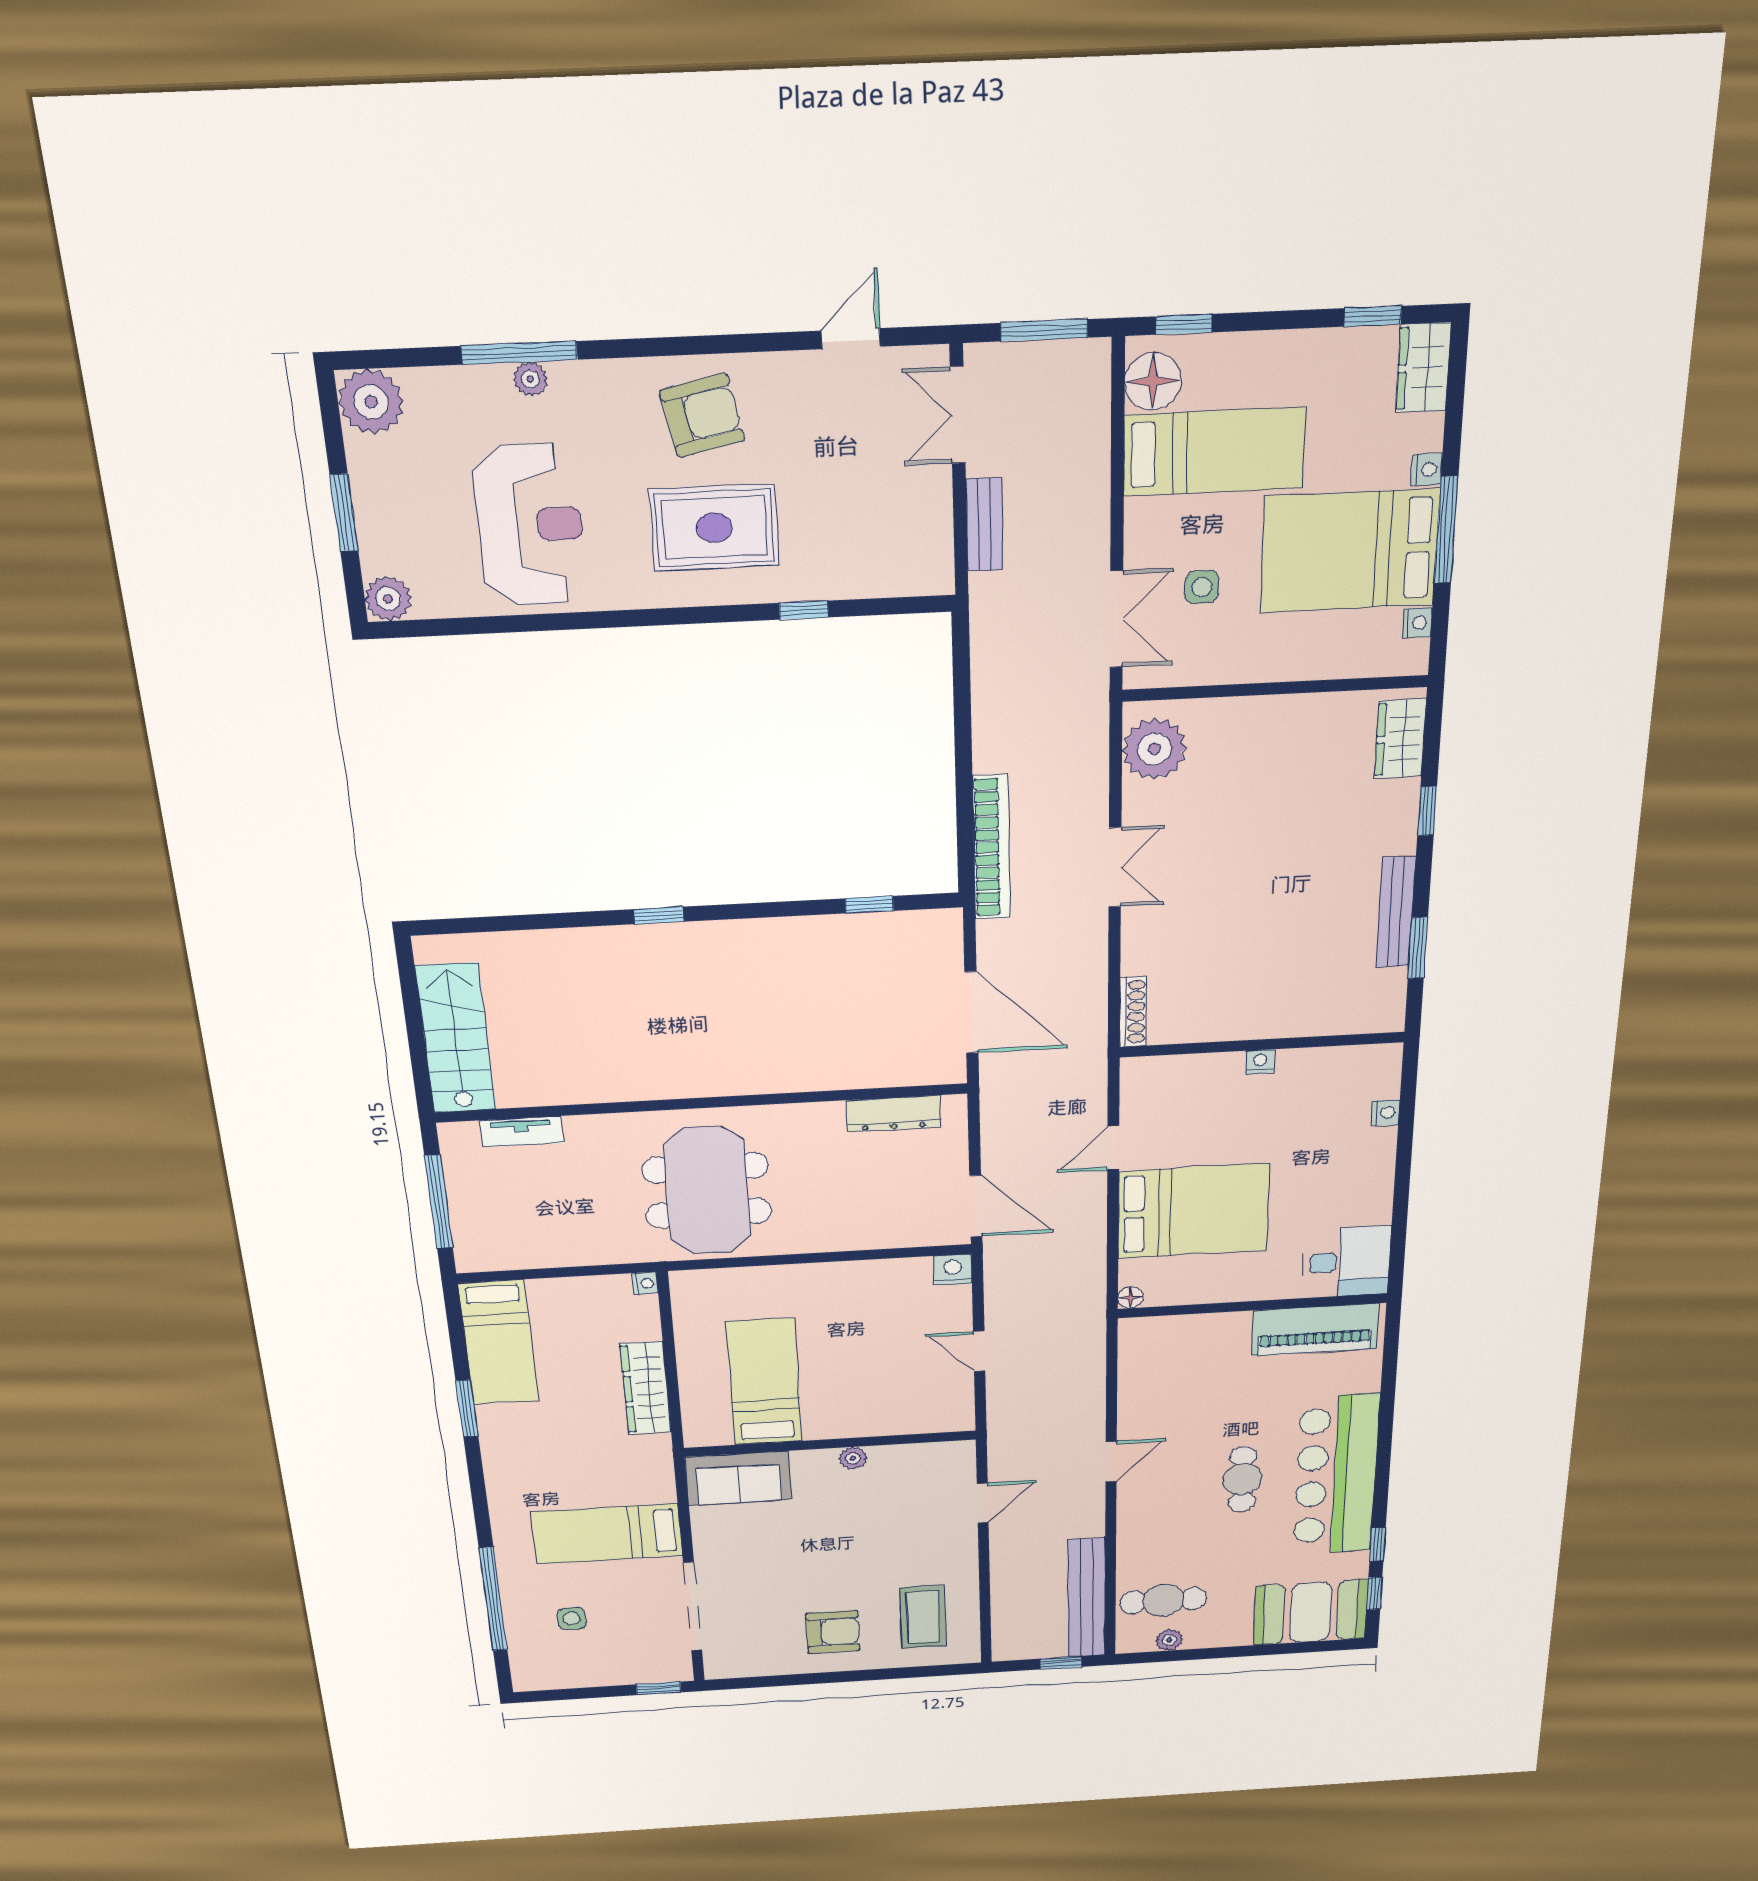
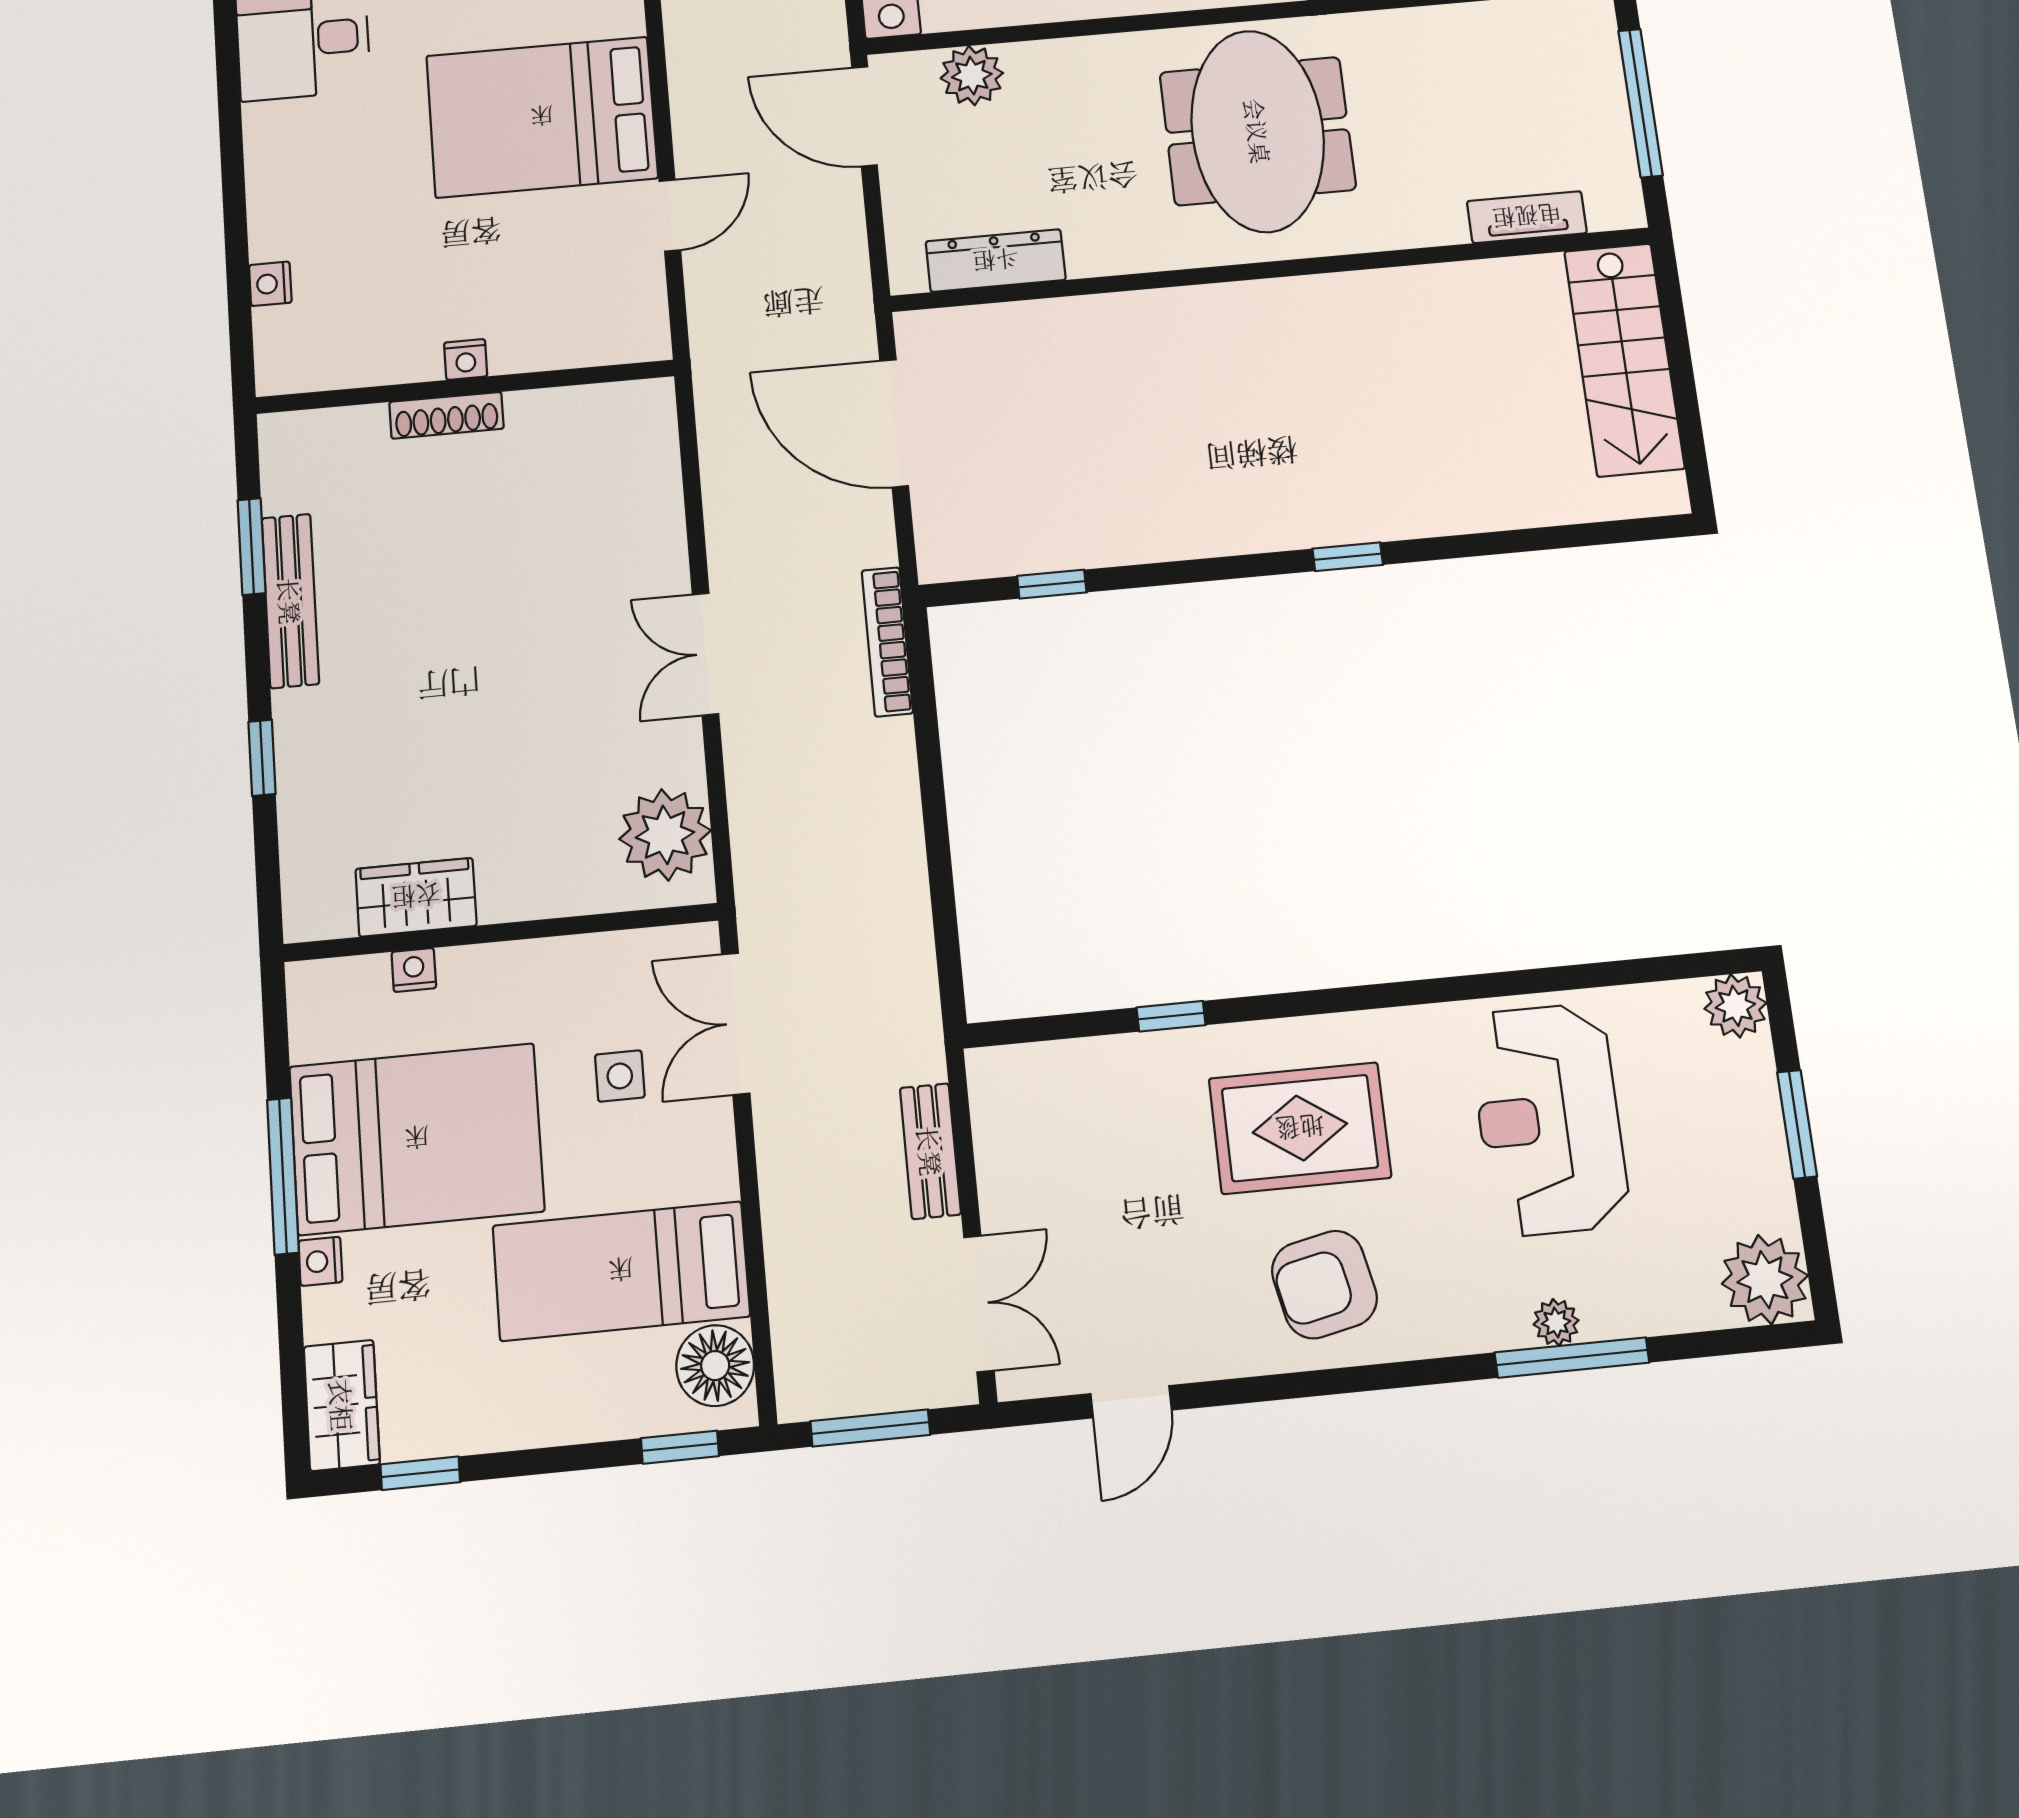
nightstand: (1417, 623) -> (414, 970), moved, turned 90
wardrobe: (1400, 739) -> (416, 897), moved, turned -90
bookcase: (991, 847) -> (887, 642), width x0.68, depth x0.76
shoe rack: (1133, 1012) -> (446, 415), moved, turned -90
plant: (901, 1230) -> (972, 76), added

